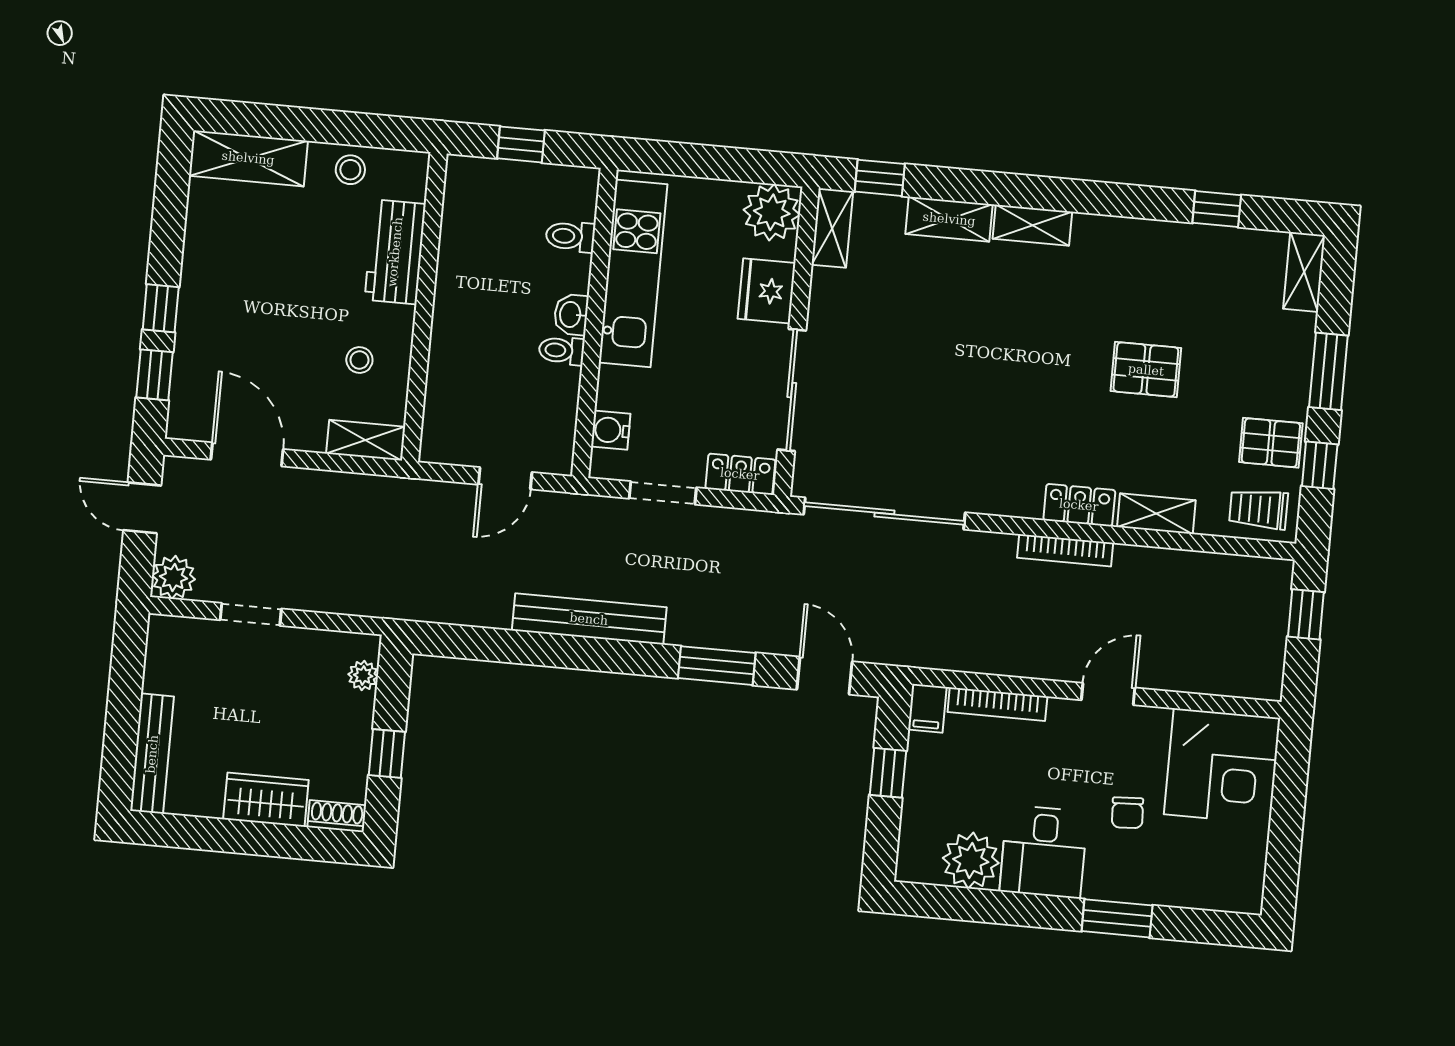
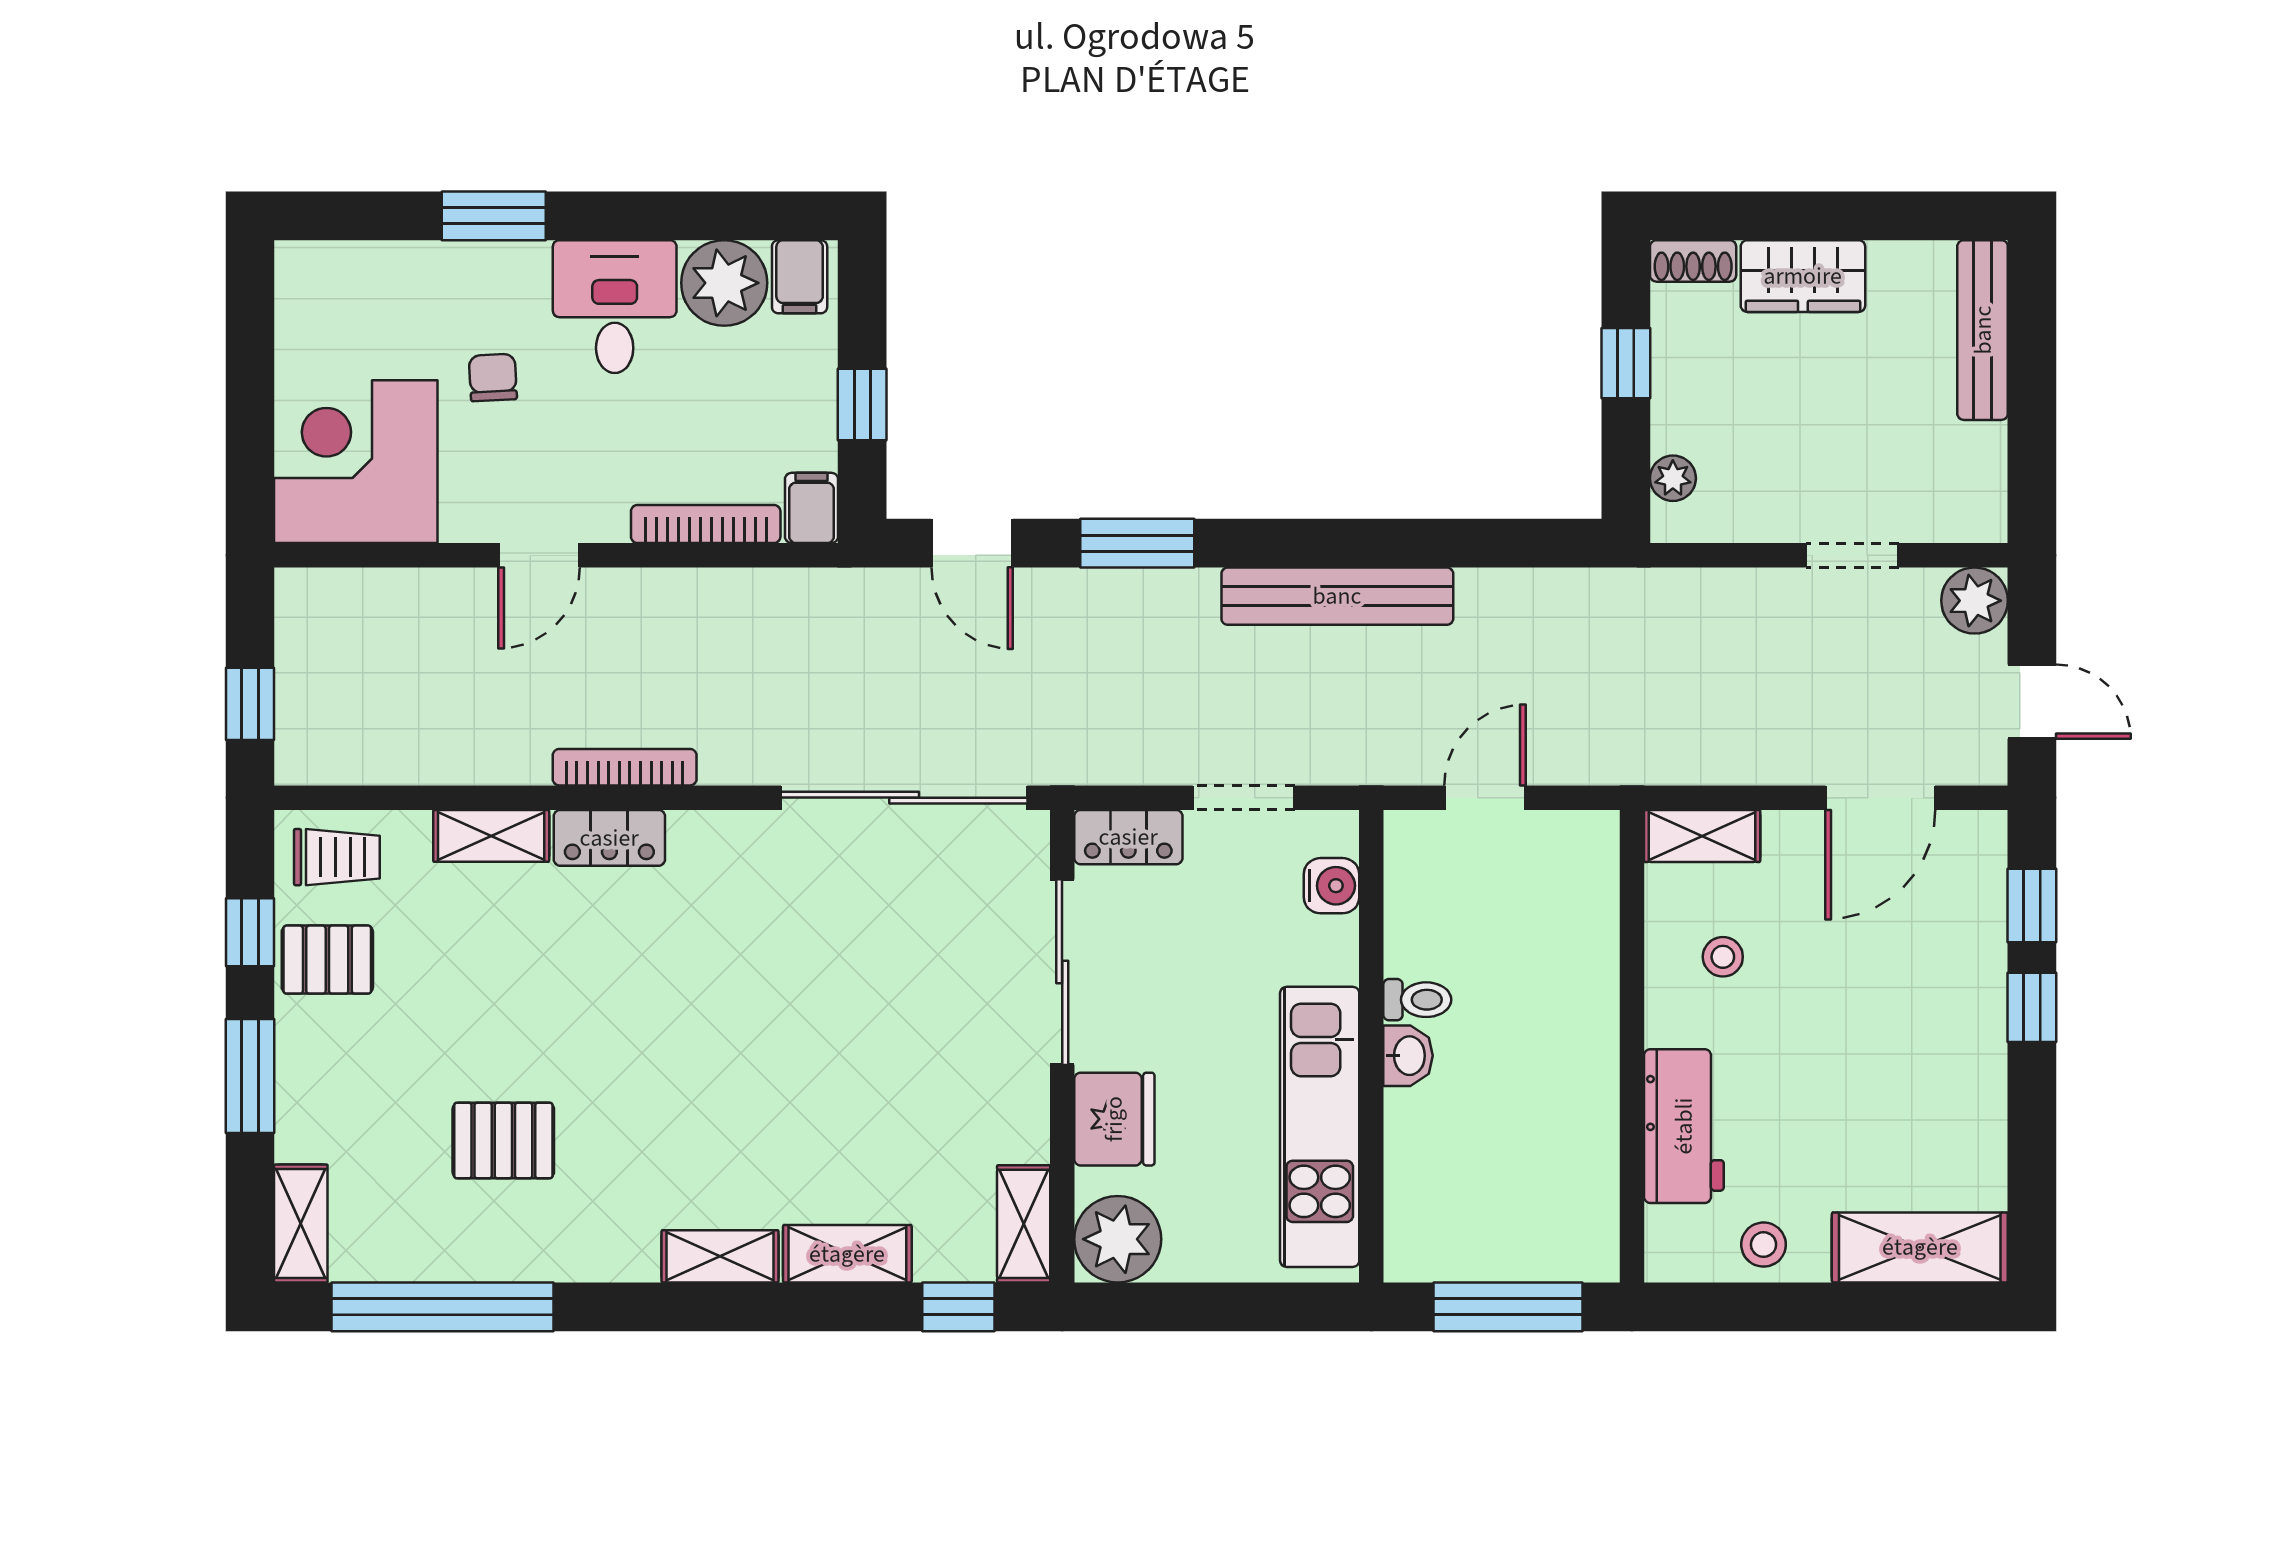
window: (521, 144) -> (1508, 1307), width x2.17
window: (1217, 209) -> (442, 1307), width x3.17
toilet: (570, 236) -> (1420, 1174), removed
pallet: (1146, 370) -> (503, 1141), moved
door: (247, 454) -> (1880, 798), hinge flipped
filing cabinet: (921, 860) -> (800, 277), added

